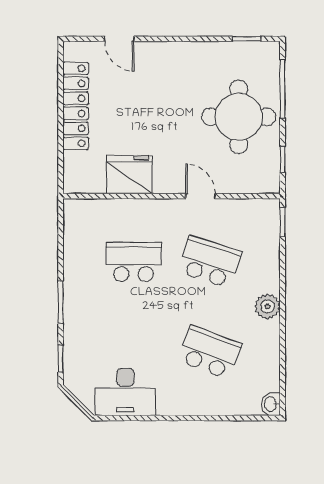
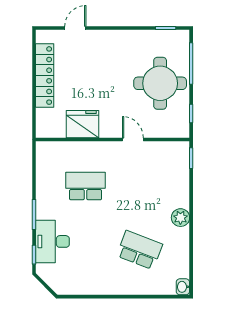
door: (119, 39) -> (75, 28), swing flipped
school desk: (210, 262) -> (140, 186), removed
desk: (125, 392) -> (52, 241), moved, turned 90

